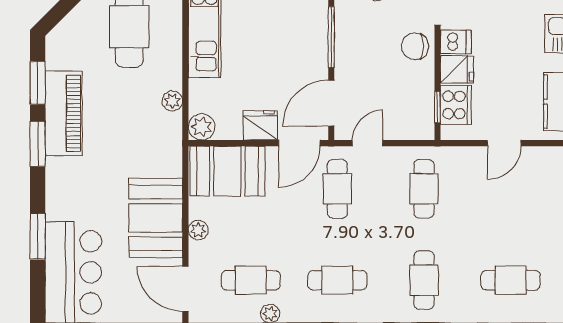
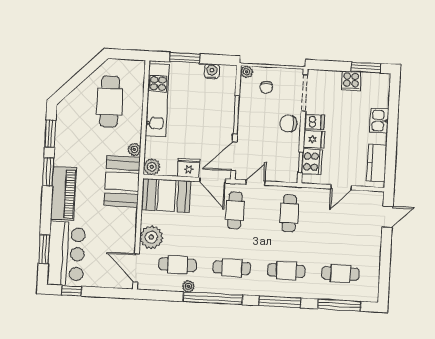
piano: (64, 113) -> (63, 194), moved
door: (299, 143) -> (213, 180), hinge flipped
booth: (156, 218) -> (122, 181), moved
plant: (198, 230) -> (151, 237), width x1.88, depth x1.88
window: (38, 236) -> (44, 249), moved
cafe table: (424, 280) -> (286, 271), turned 90

